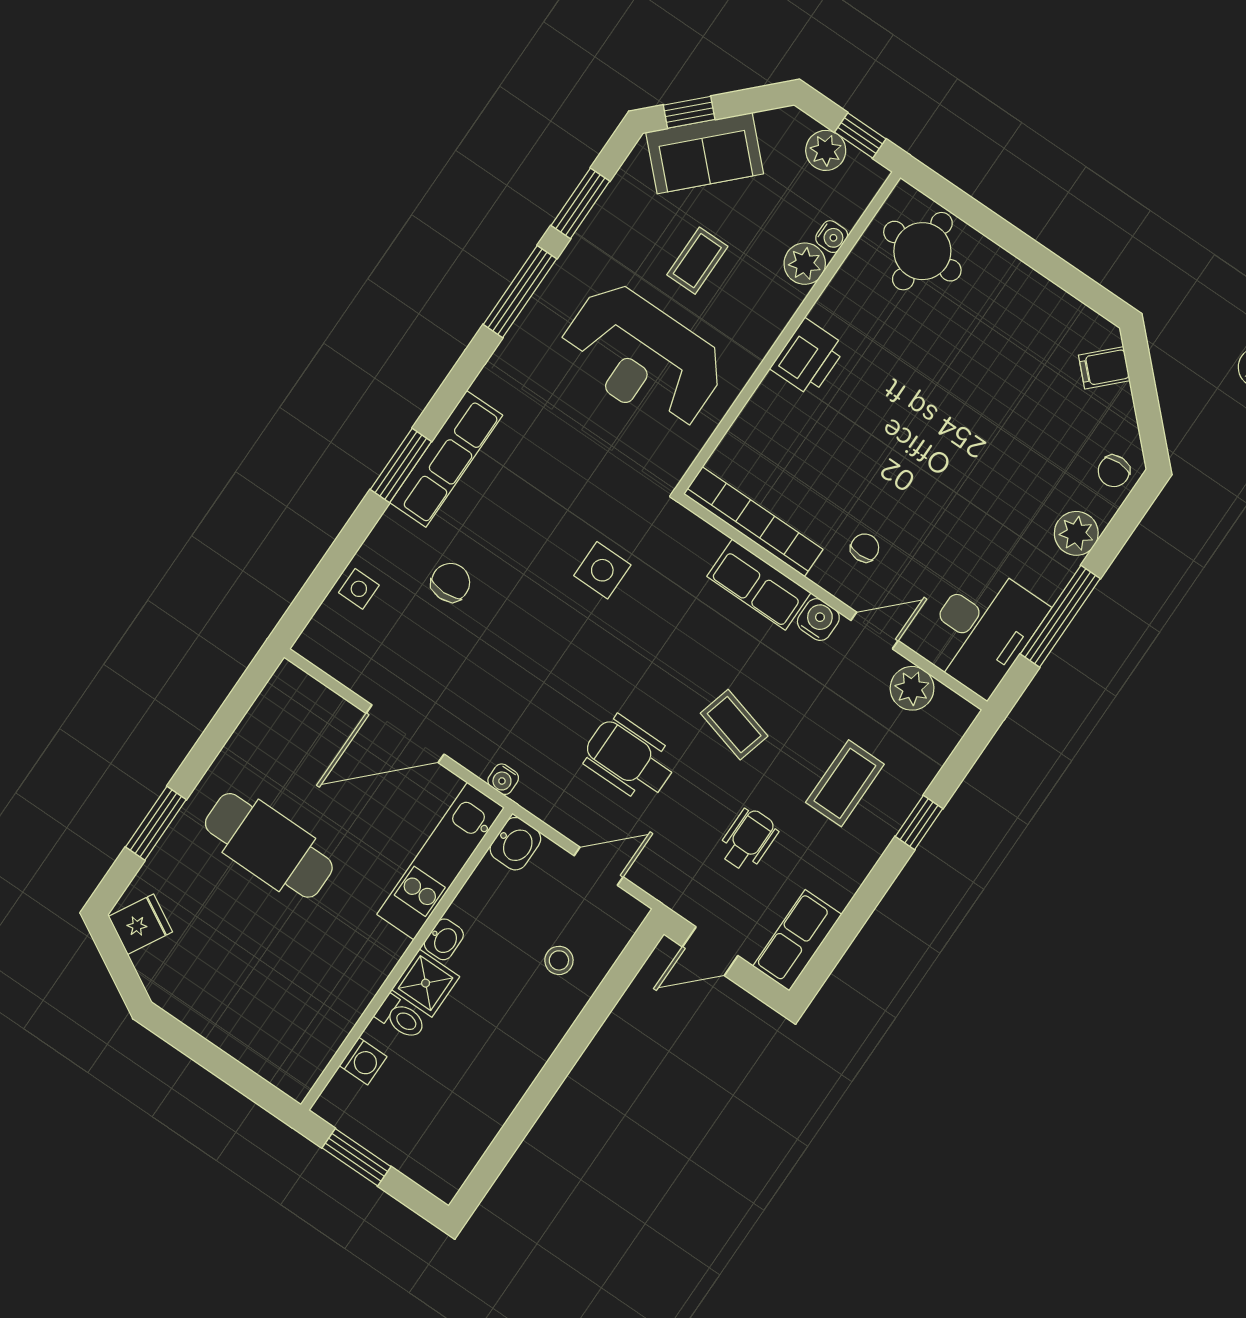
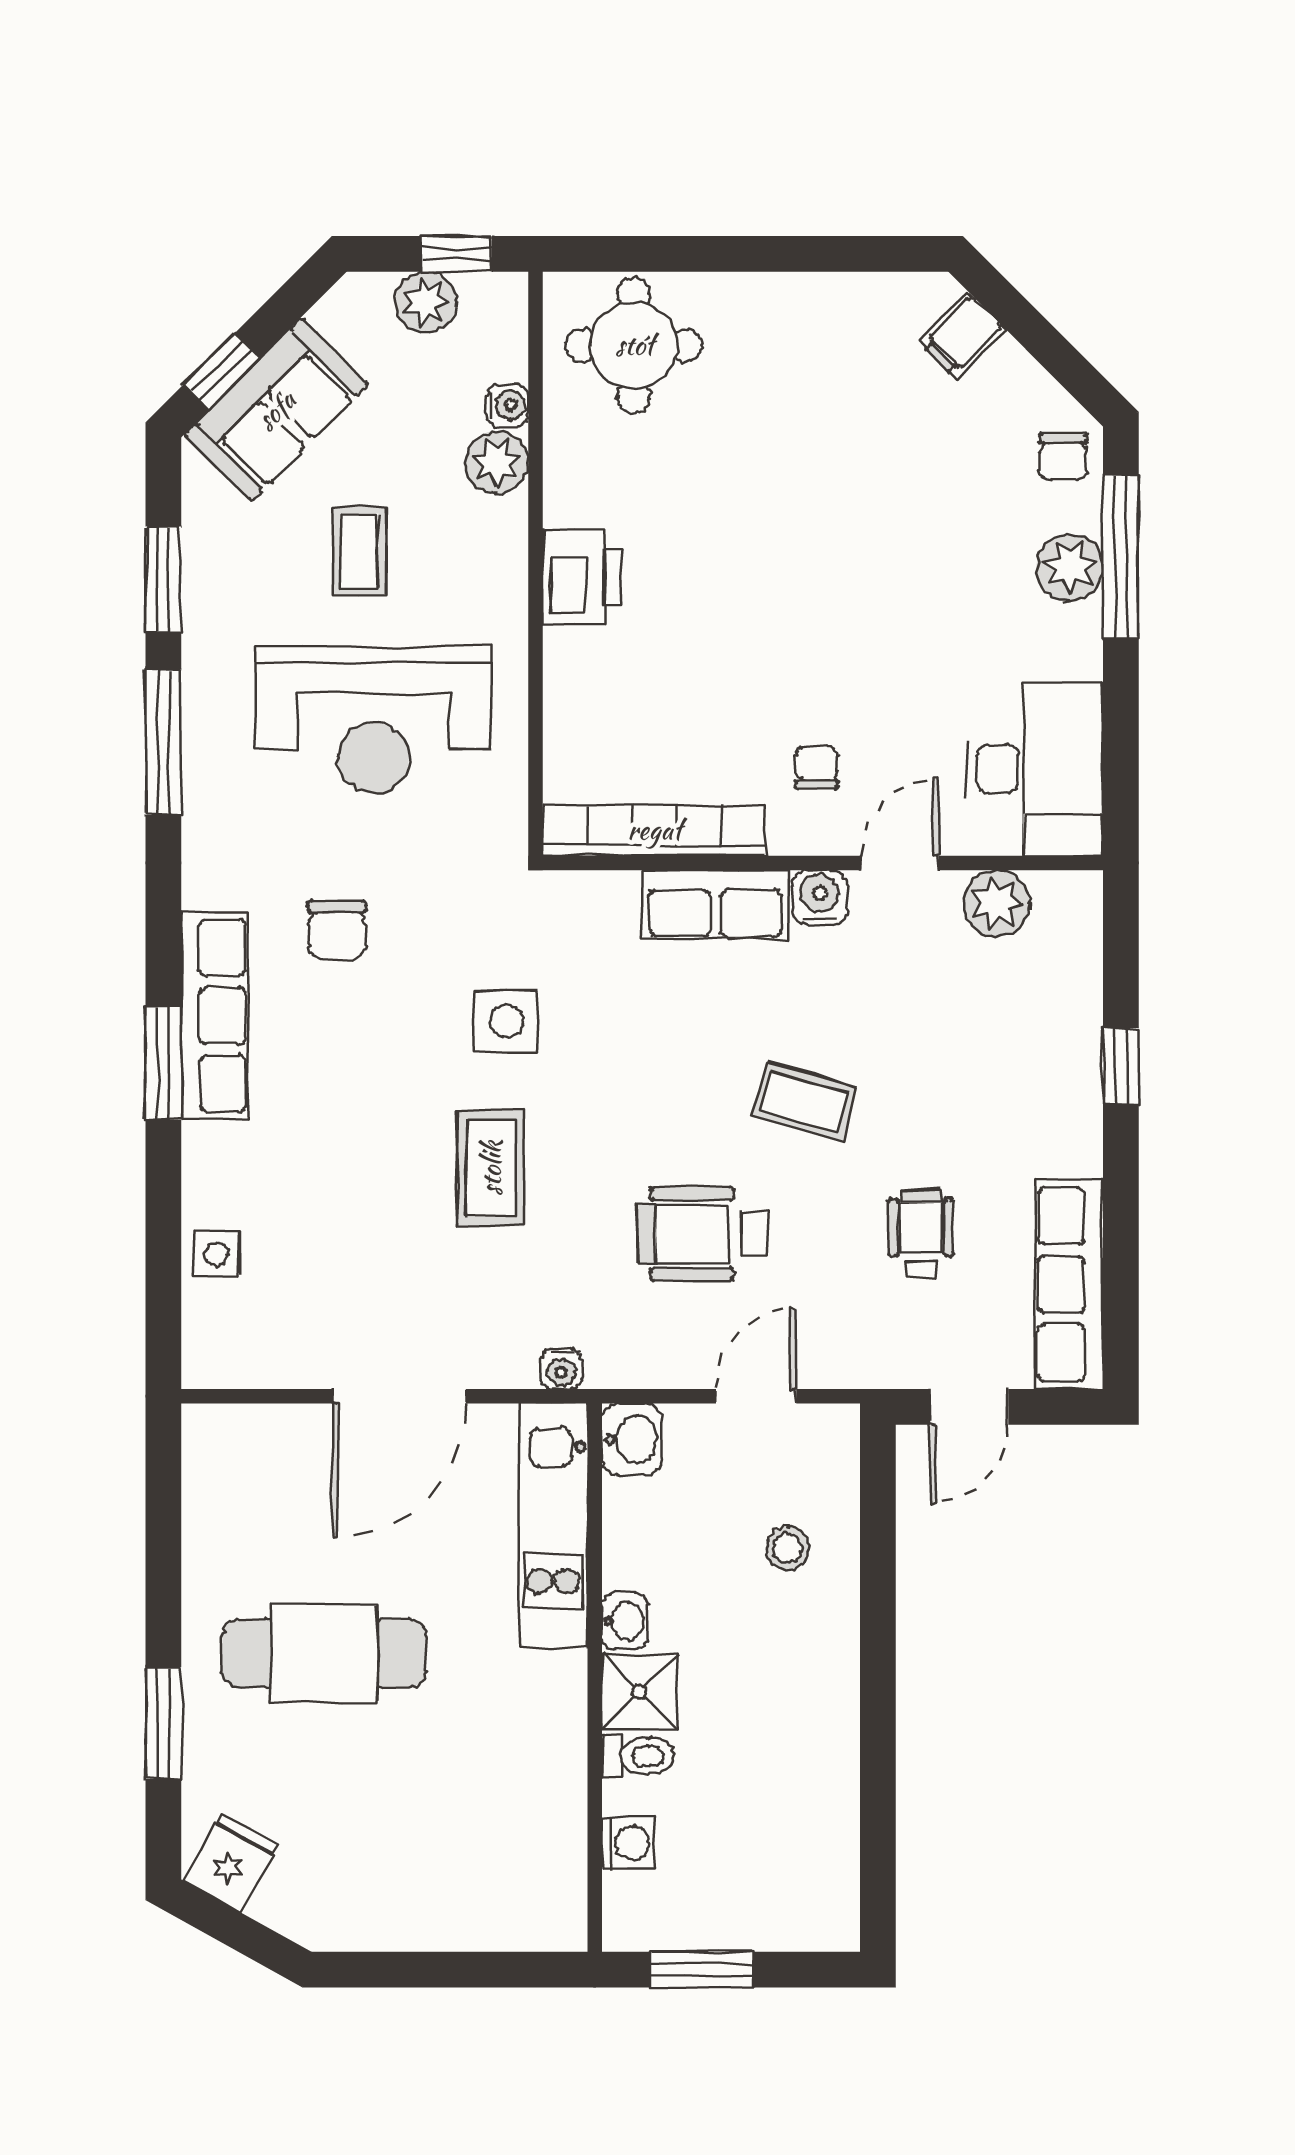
chair: (451, 582) -> (337, 930), moved, turned 180
window: (1060, 616) -> (1121, 557), moved
coffee table: (845, 783) -> (491, 1168), moved
row of seats: (797, 940) -> (1069, 1284), width x1.48

